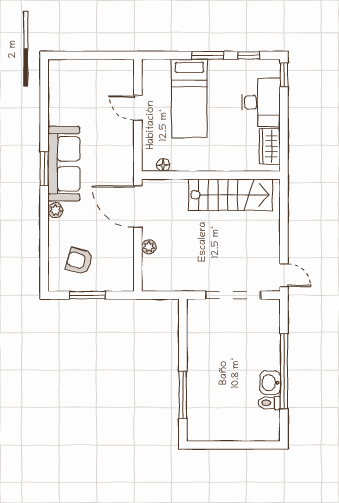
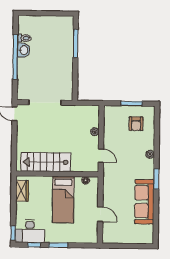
bed: (189, 99) -> (63, 200), moved, turned 180
desk: (261, 102) -> (30, 231), moved, turned -90
sofa: (64, 164) -> (144, 202), moved
door: (138, 207) -> (101, 156), width x0.53
armchair: (79, 261) -> (136, 124), turned 74

